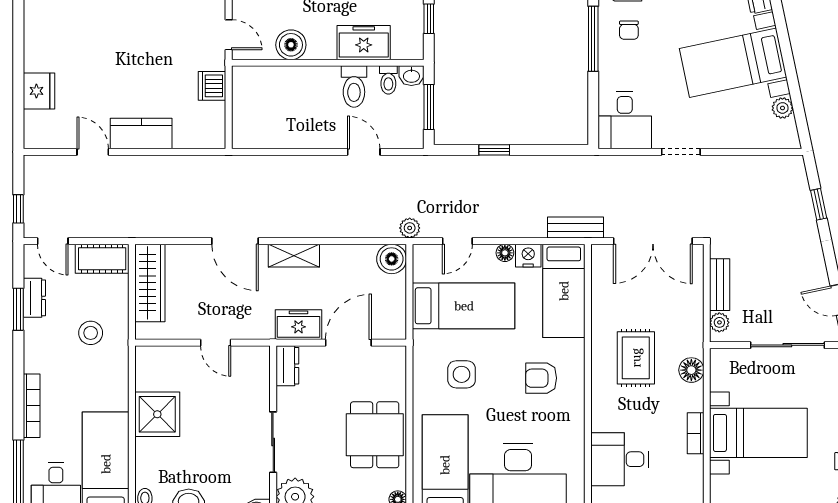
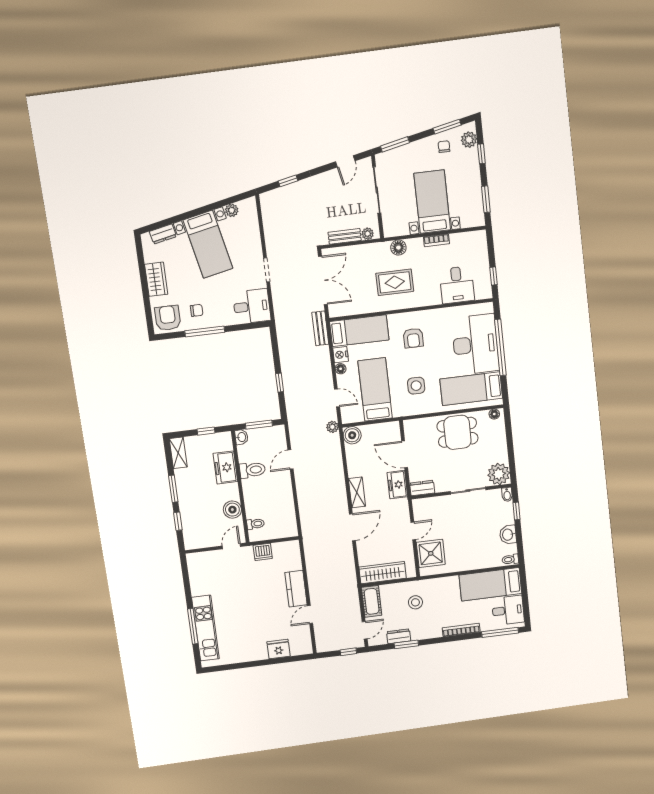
toilet: (388, 80) -> (255, 524), moved
shower: (157, 414) -> (431, 553), moved

